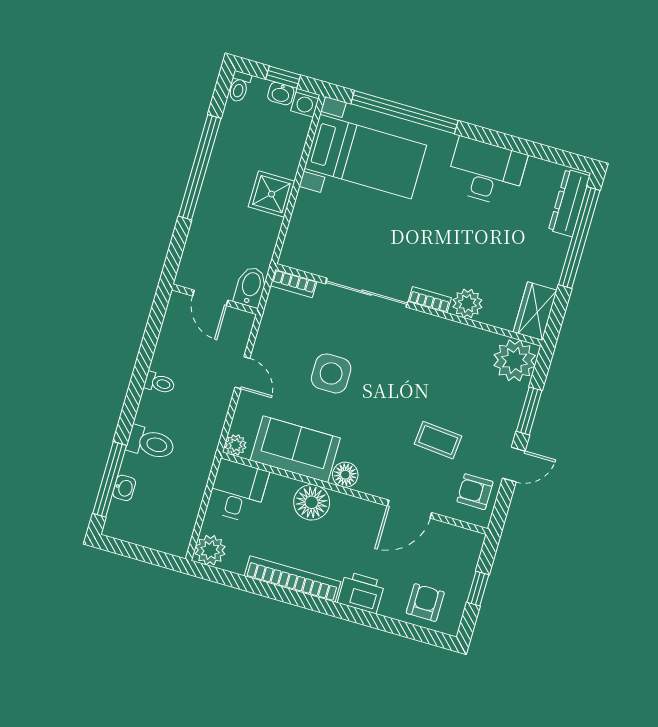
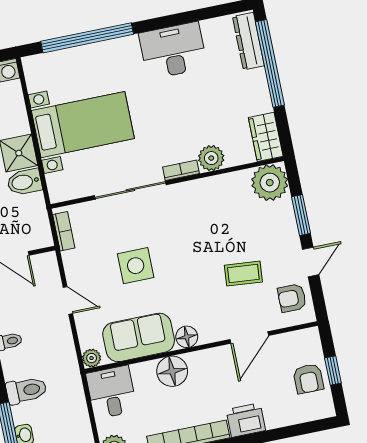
bed with nightstands: (365, 157) -> (83, 125), moved
bookcase: (294, 284) -> (64, 231), moved, turned -90
bidet: (251, 287) -> (24, 182), moved, turned -90
armchair: (425, 603) -> (308, 379), moved, turned 180

